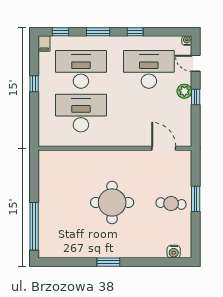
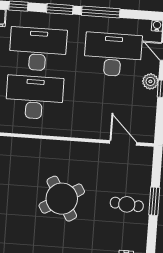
window: (135, 32) -> (101, 12), width x2.17
round table: (112, 202) -> (62, 199), turned -31

